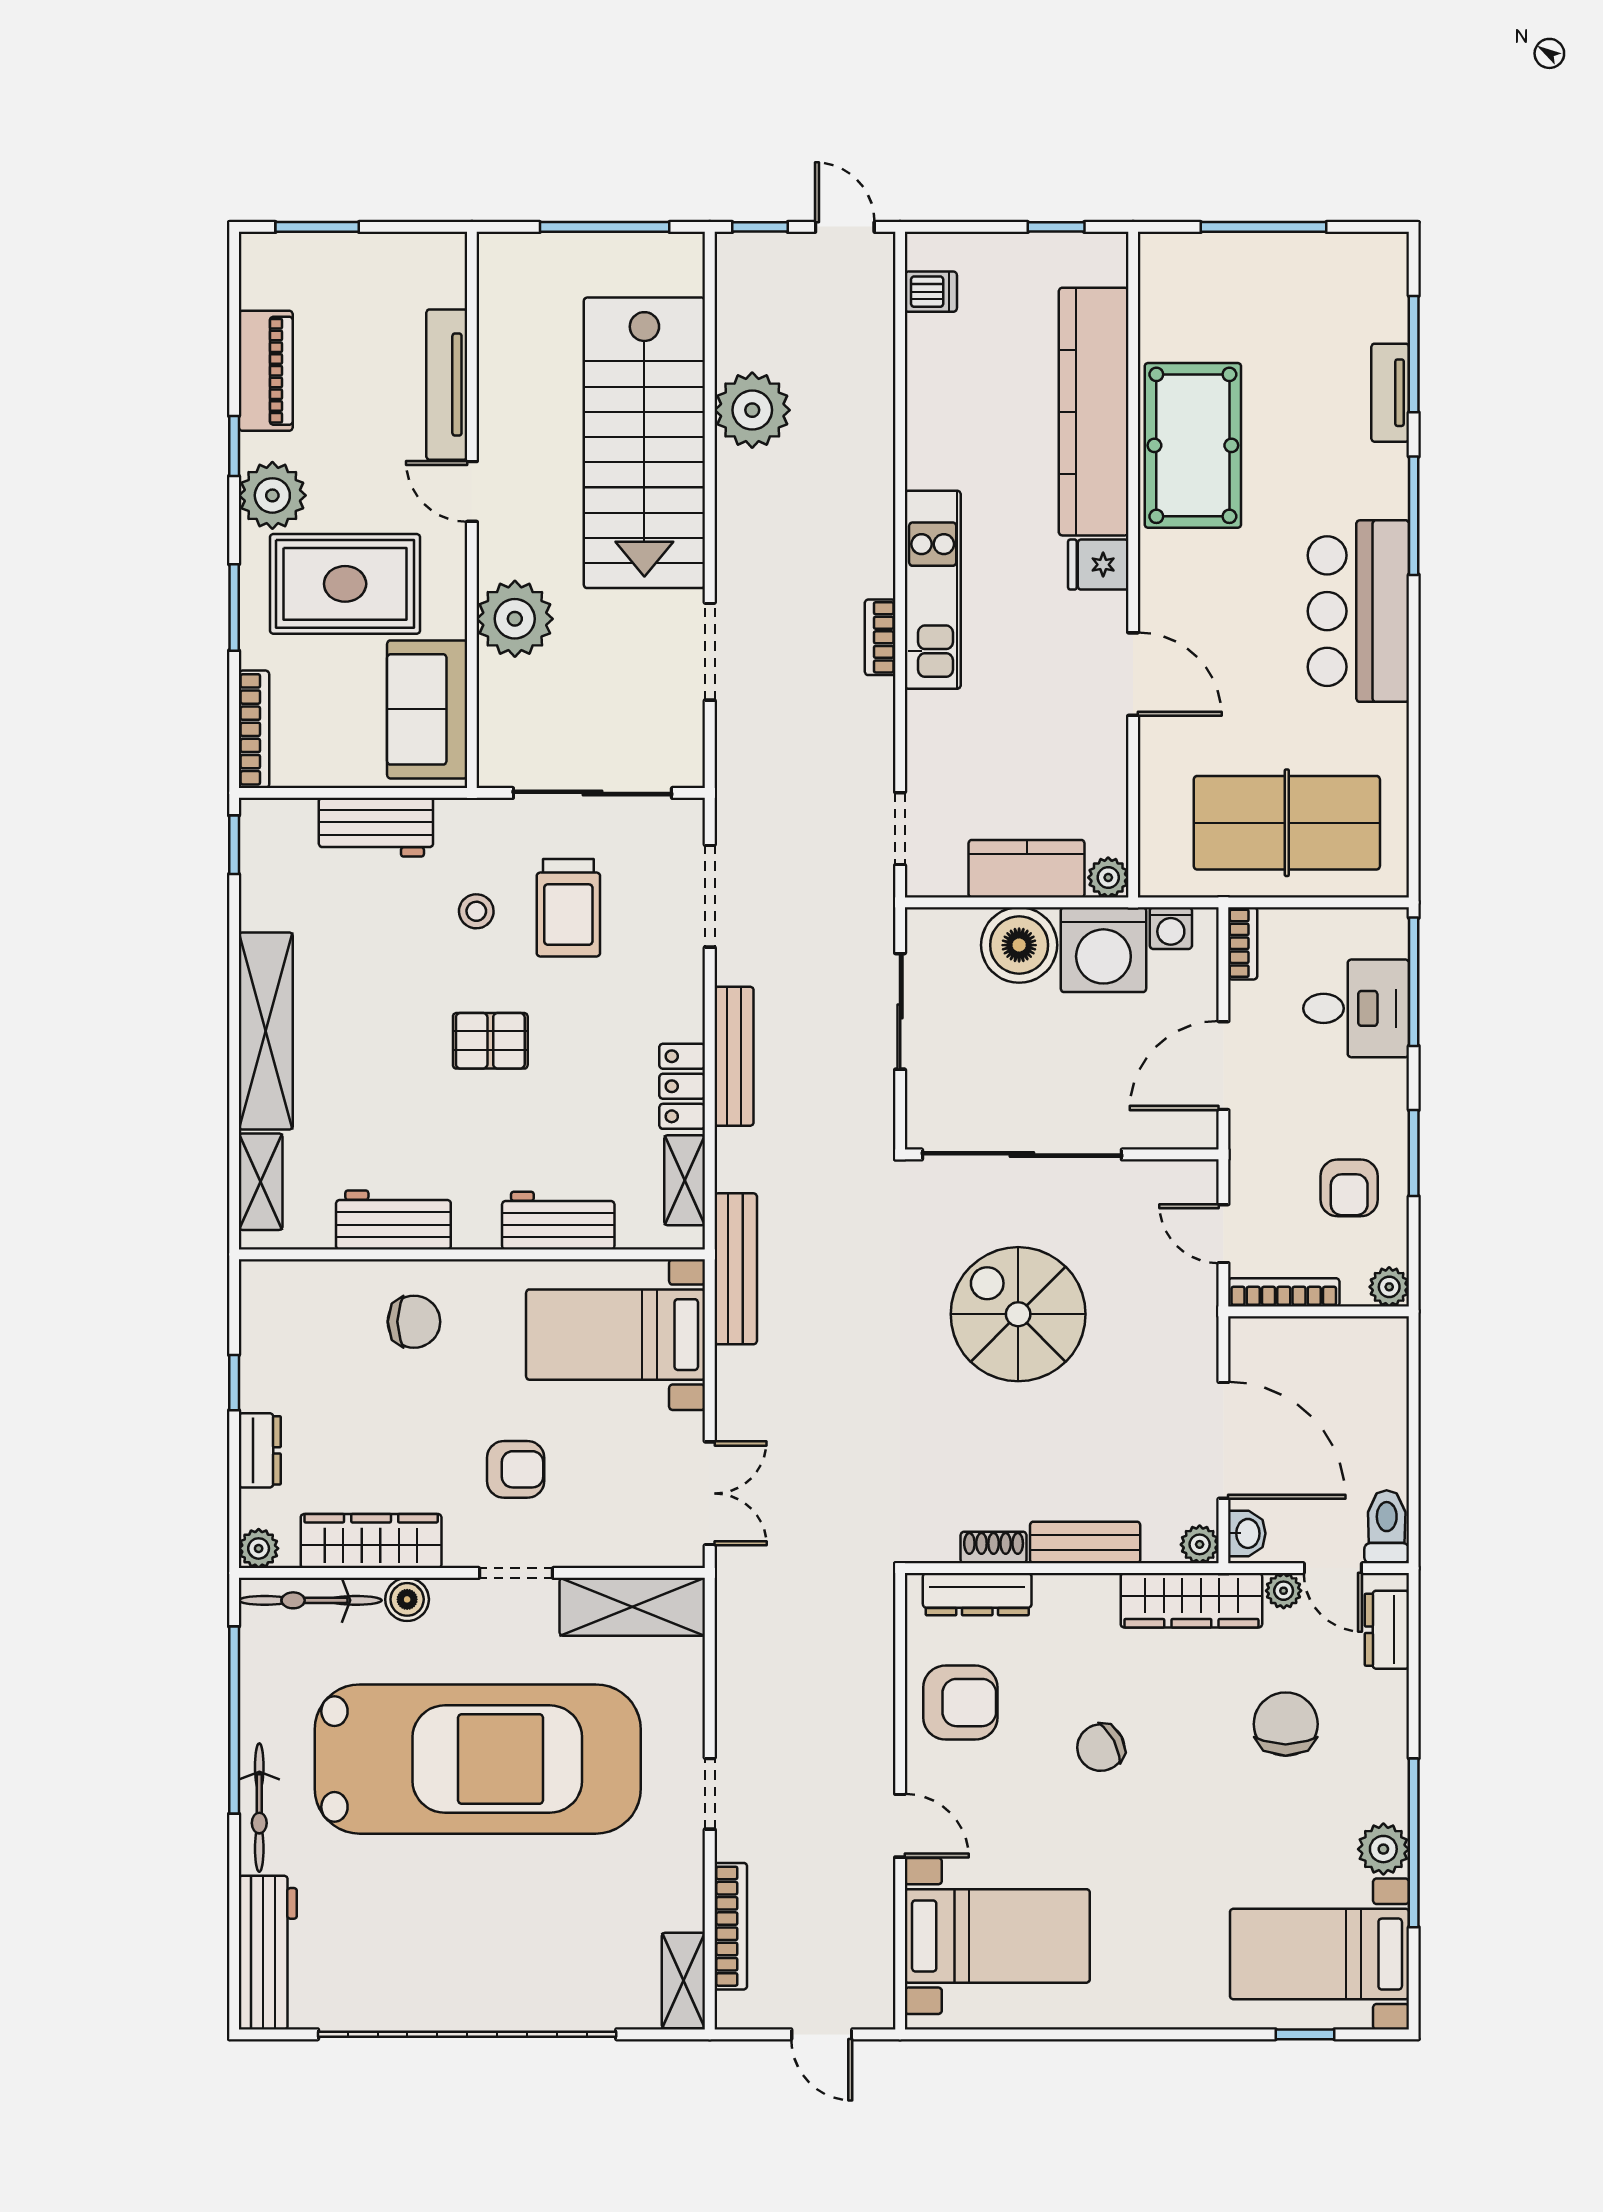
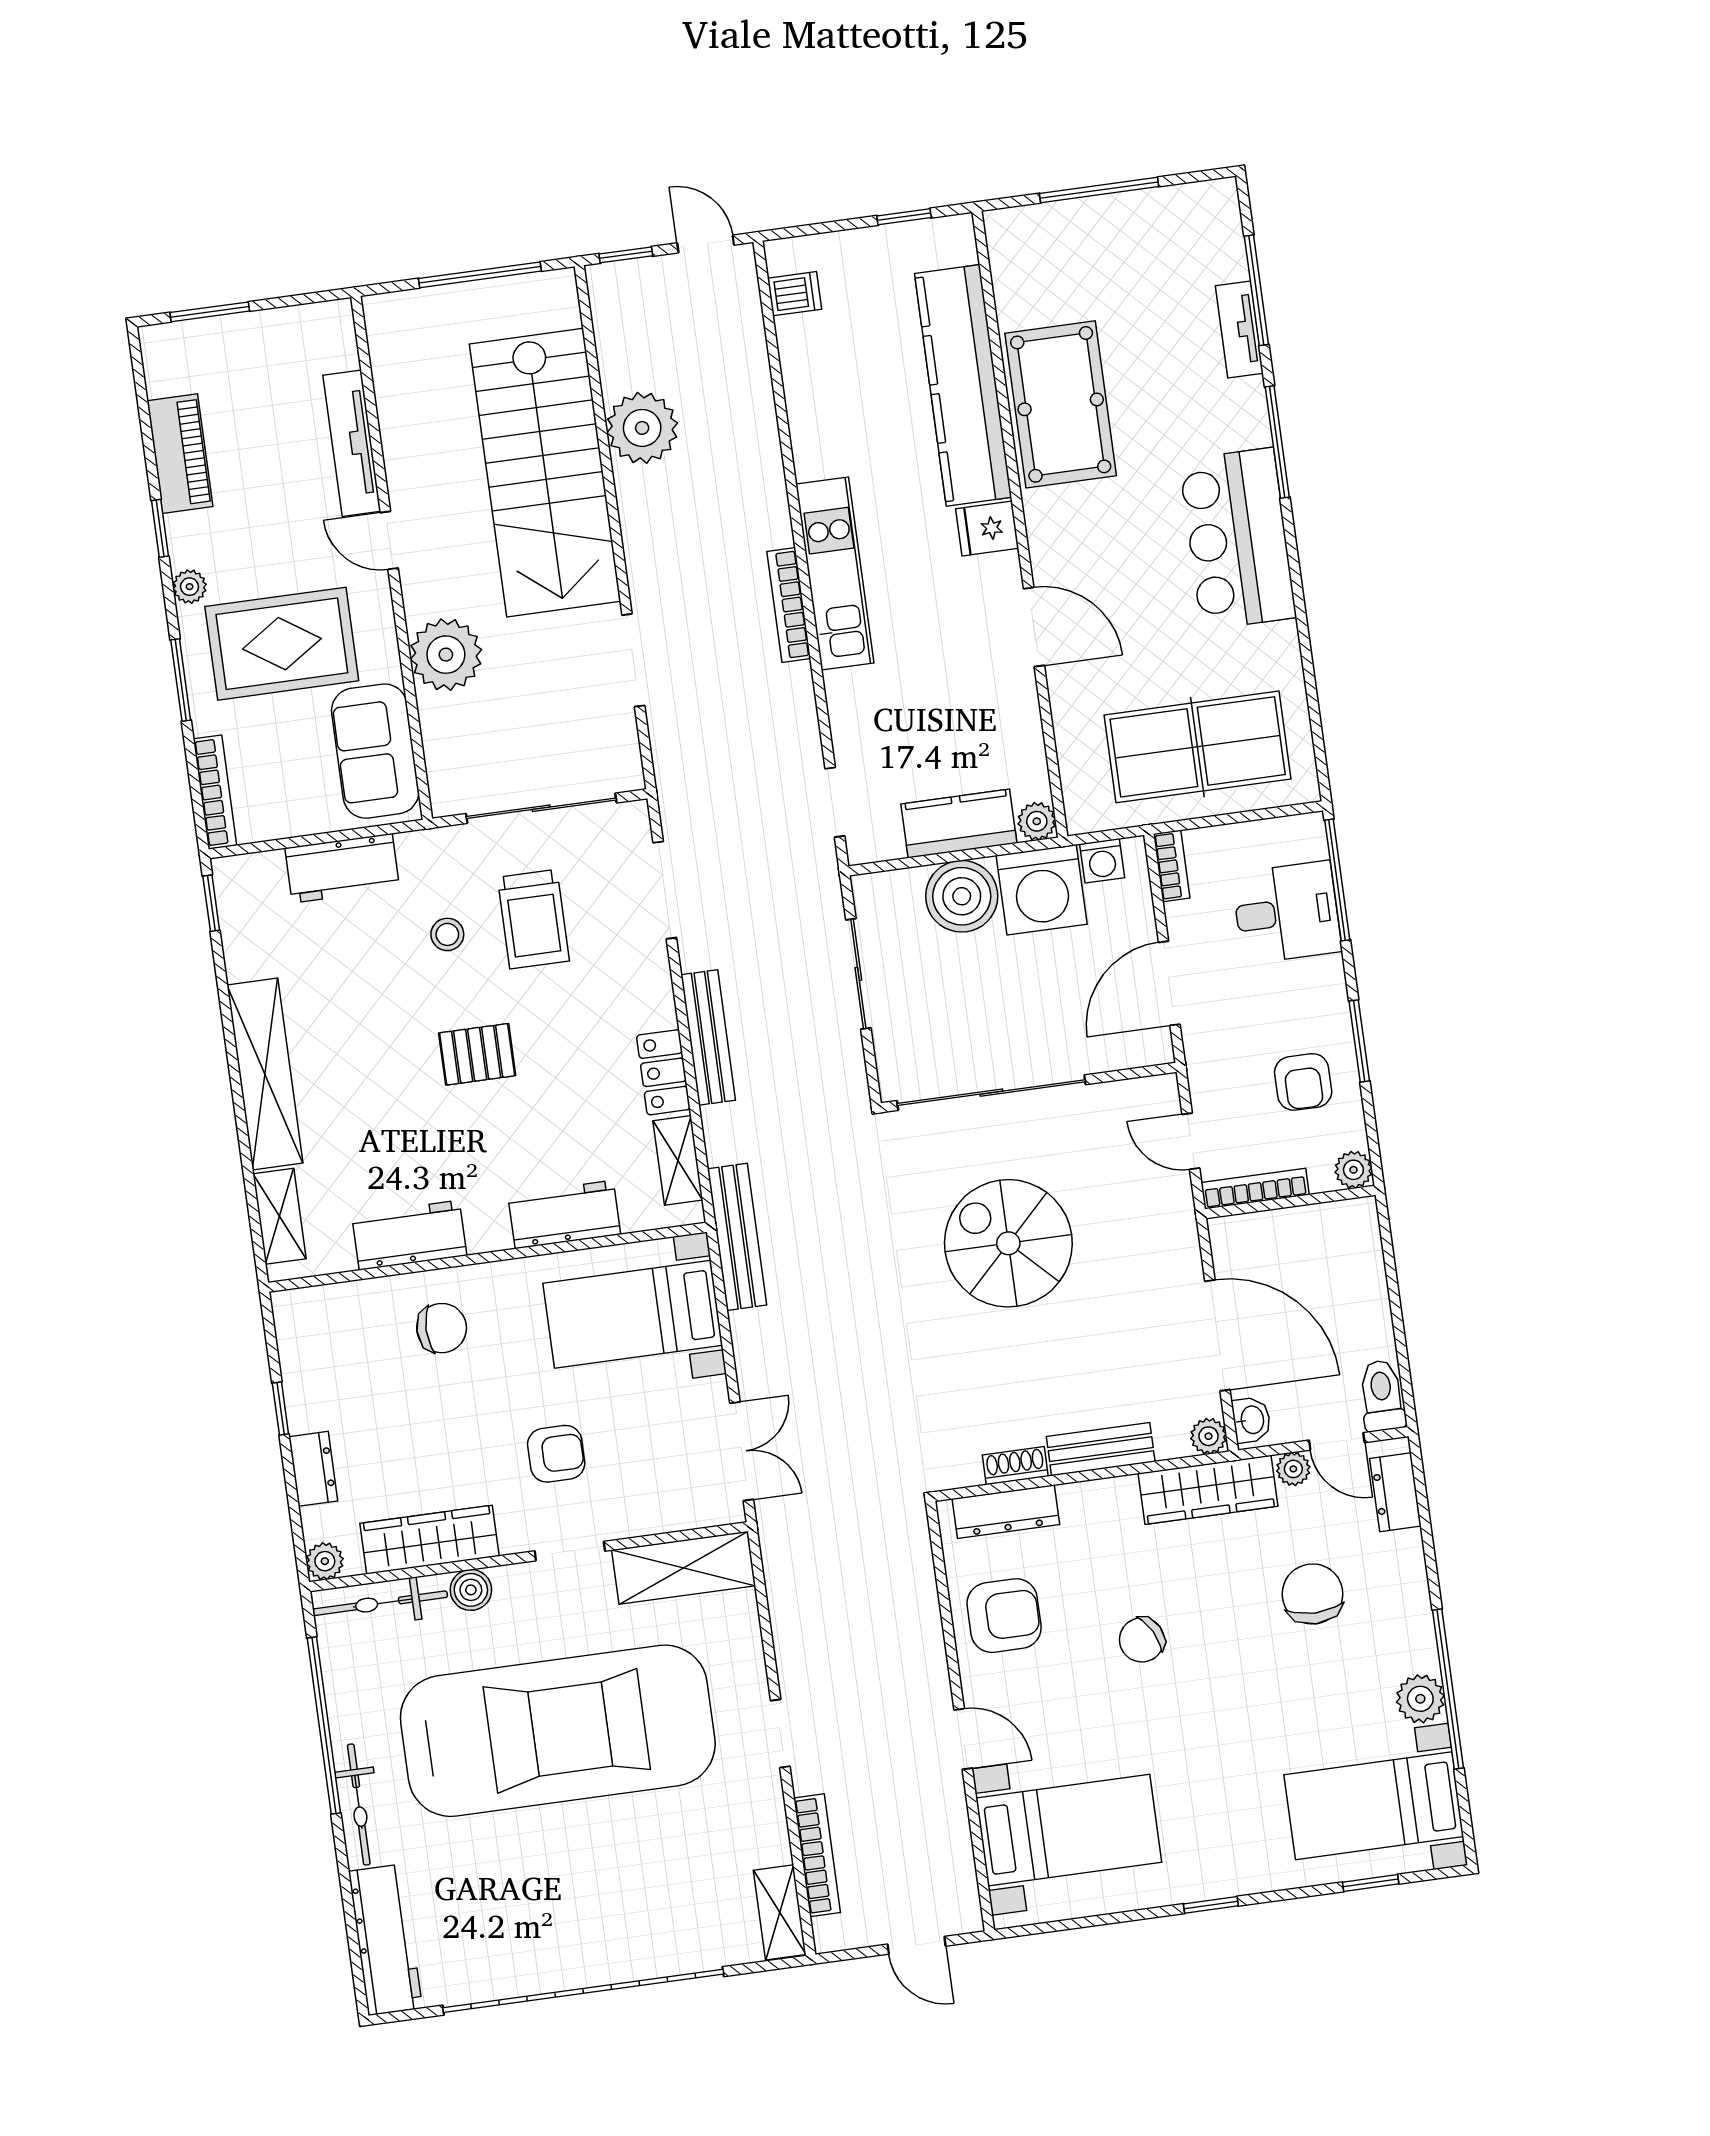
plant: (272, 495) -> (190, 587), width x0.53, depth x0.53
bookcase: (880, 637) -> (789, 605), width x1.56
window: (1135, 2034) -> (1211, 1905), added

